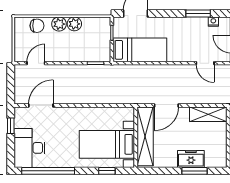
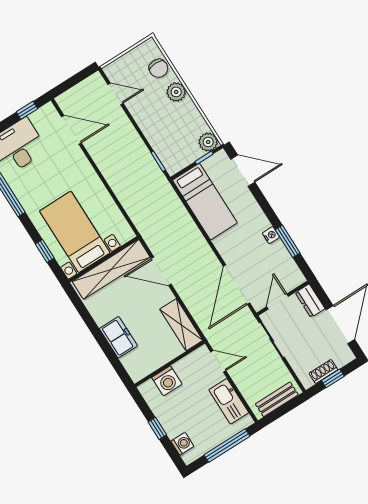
nightstand: (213, 22) -> (271, 235), moved
plant: (74, 24) -> (208, 142), moved
door: (205, 63) -> (237, 285), width x1.88
window: (195, 171) -> (108, 350), removed

